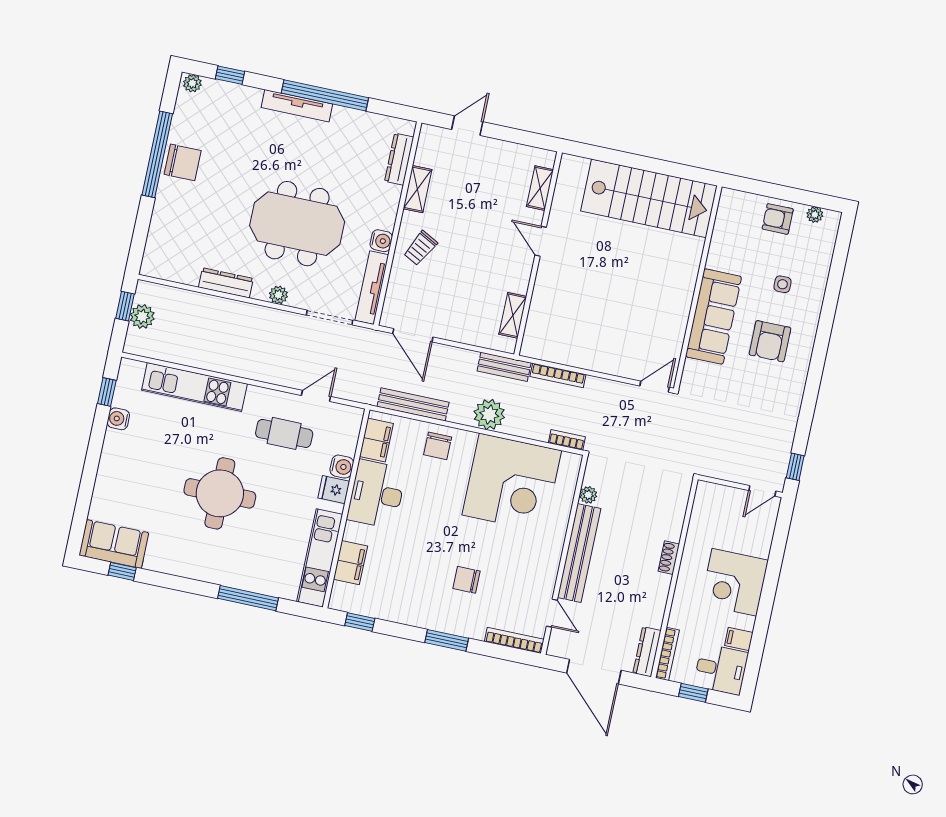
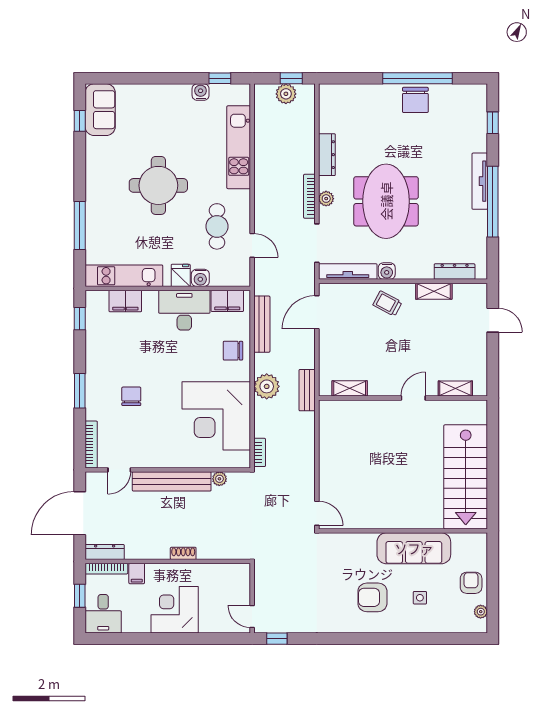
plant: (192, 83) -> (480, 94), removed
sofa: (714, 317) -> (414, 548), moved
bookcase: (558, 375) -> (309, 196), moved
filing cabinet: (739, 639) -> (137, 573), moved, turned 180

